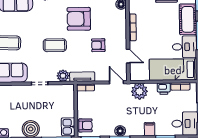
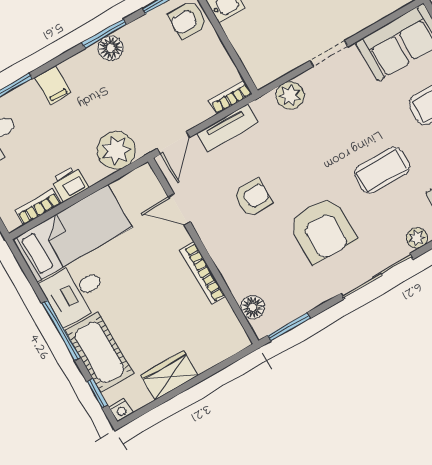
armchair: (79, 19) -> (322, 230), turned 90
coffee table: (55, 45) -> (382, 170), moved
tv unit: (82, 77) -> (228, 128), moved
door: (116, 82) -> (174, 143), hinge flipped

